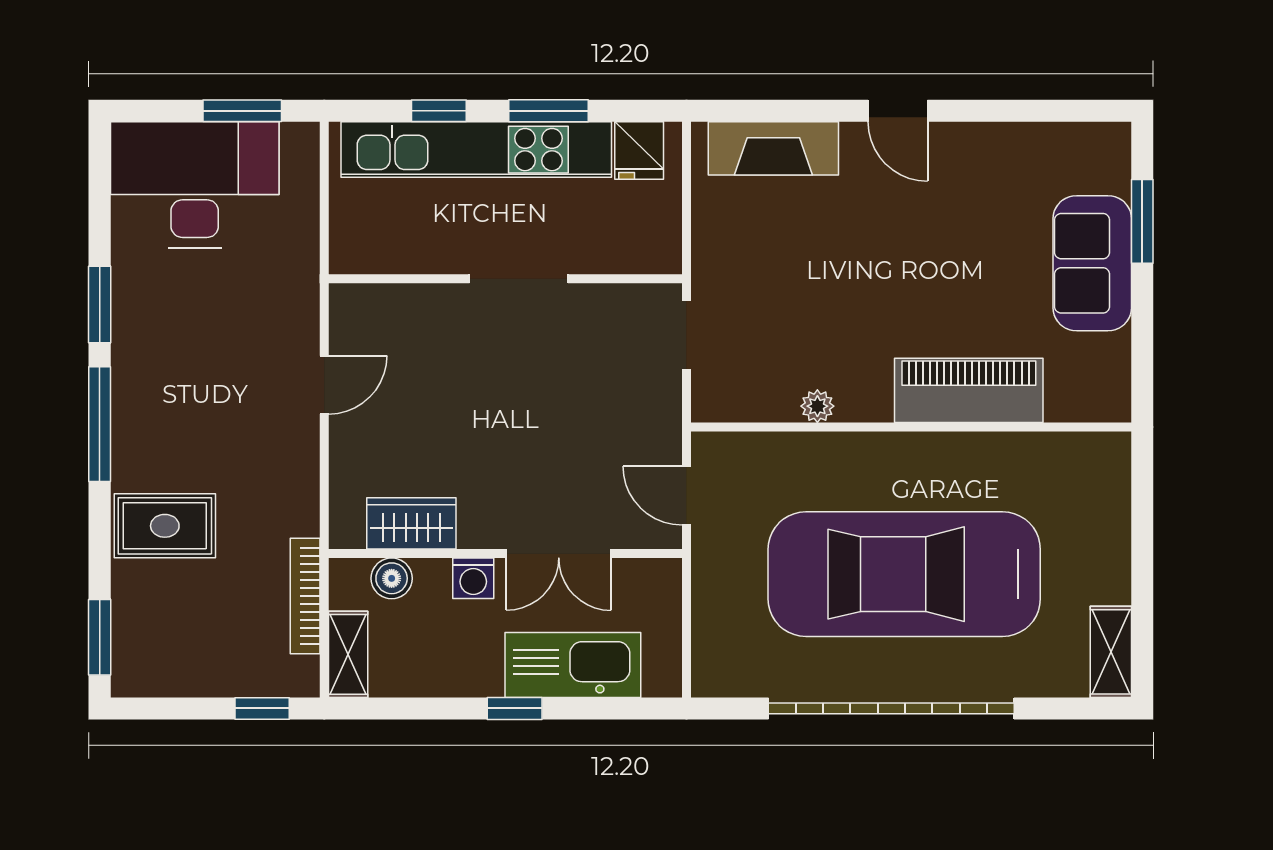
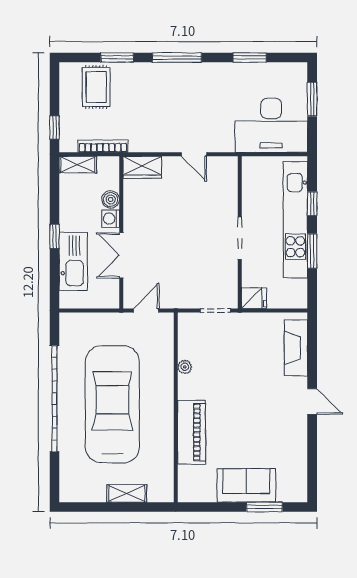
window: (242, 111) -> (312, 99), moved
door: (898, 111) -> (312, 402), swing flipped
fridge: (639, 151) -> (254, 298), moved, turned 180
desk: (195, 185) -> (271, 125), moved, turned 90
window: (100, 304) -> (250, 57), moved
wardrobe: (411, 523) -> (142, 167), moved, turned 90
rug: (165, 526) -> (96, 87), moved
boiler: (392, 578) -> (111, 199), moved
window: (100, 637) -> (117, 57), moved
shelving: (1111, 652) -> (127, 493), moved

